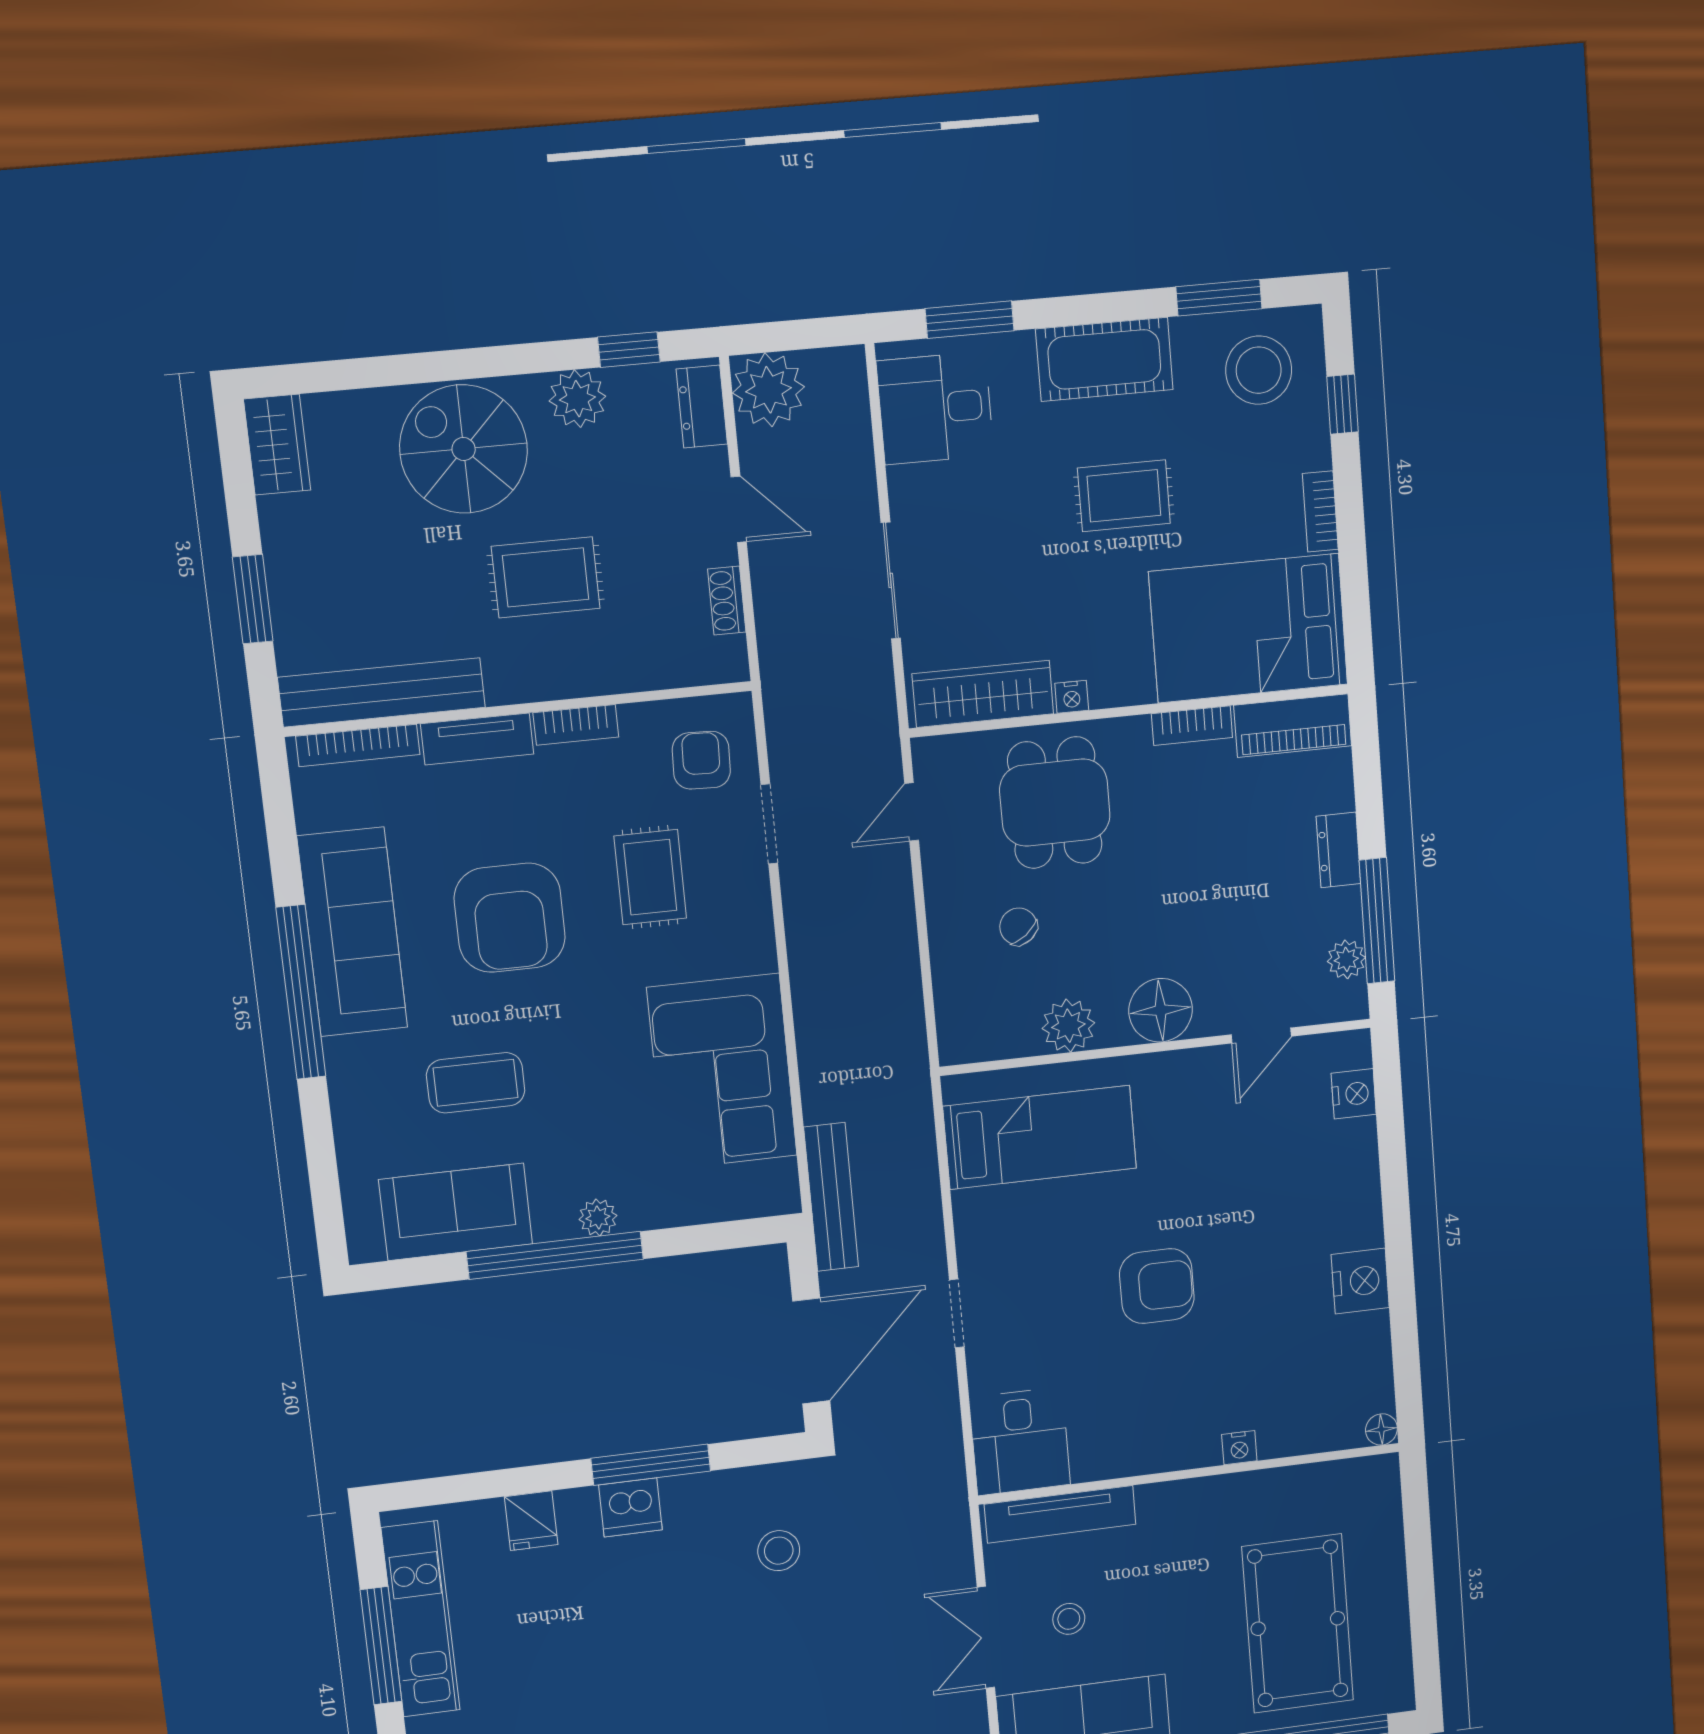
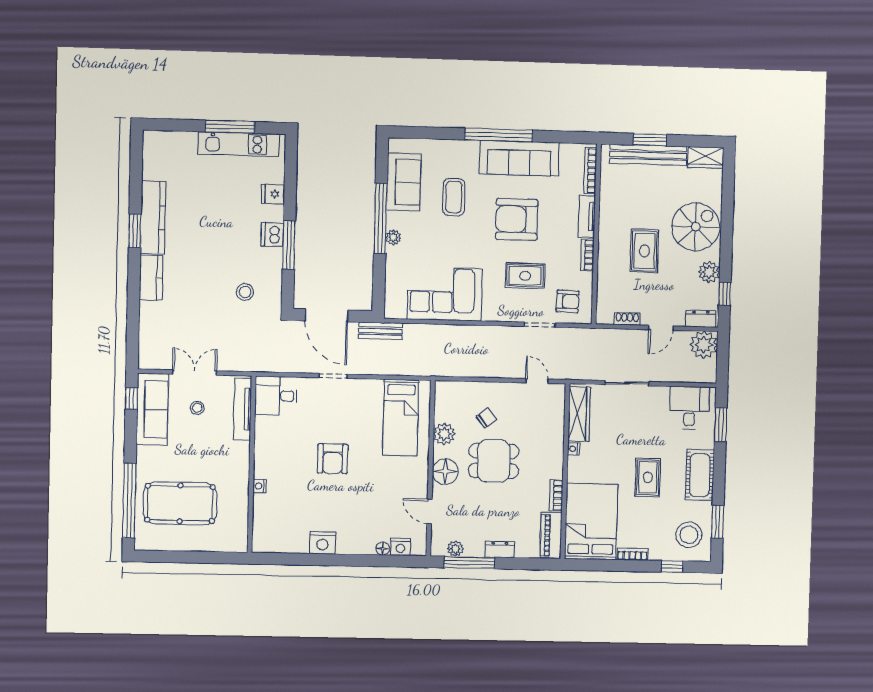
bench: (382, 692) -> (648, 155), moved, turned 90
dining table: (1055, 803) -> (494, 461), moved
bench: (831, 1197) -> (380, 331), width x0.73
floor lamp: (1381, 1429) -> (383, 549), moved

